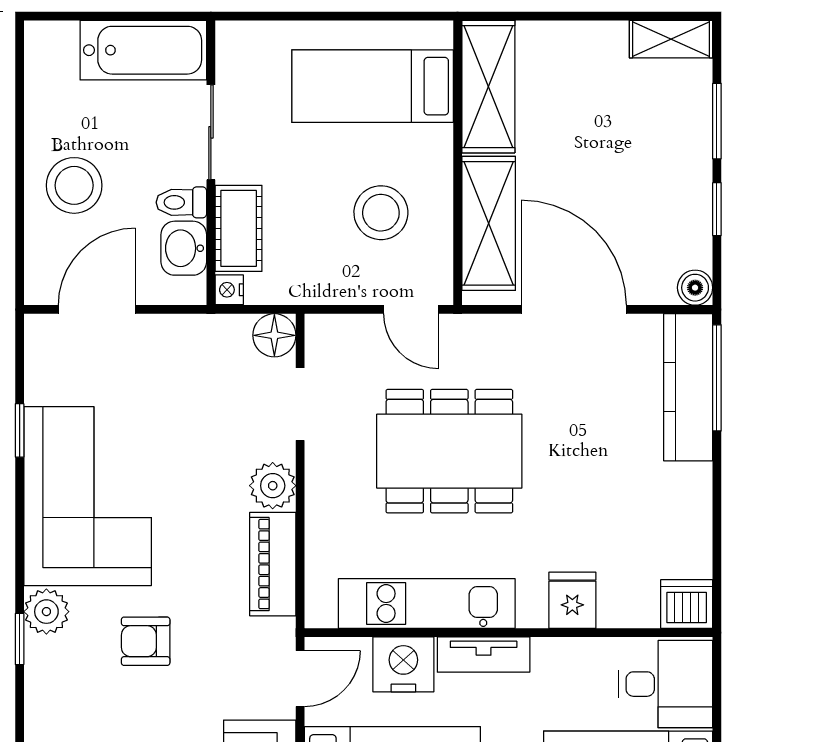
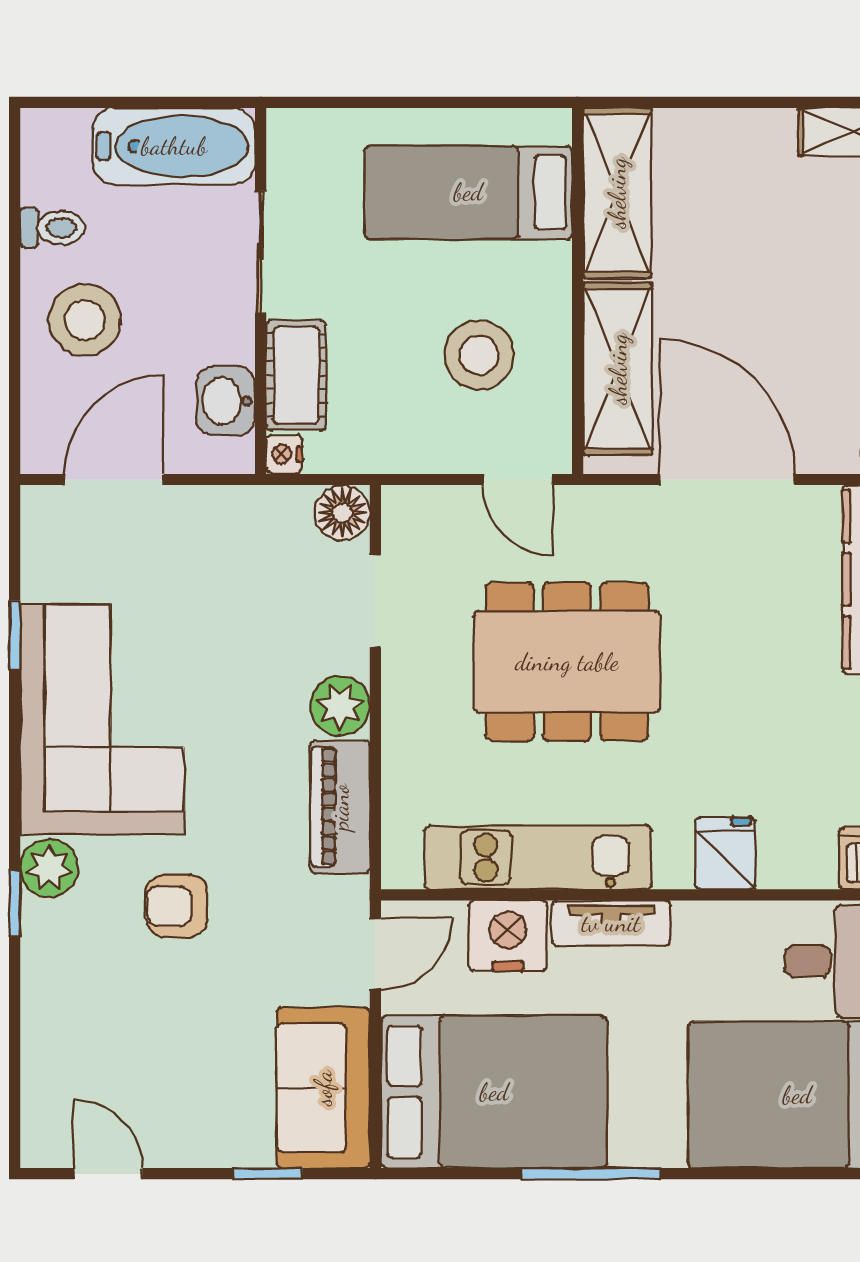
toilet: (181, 202) -> (53, 228), moved, turned 180

